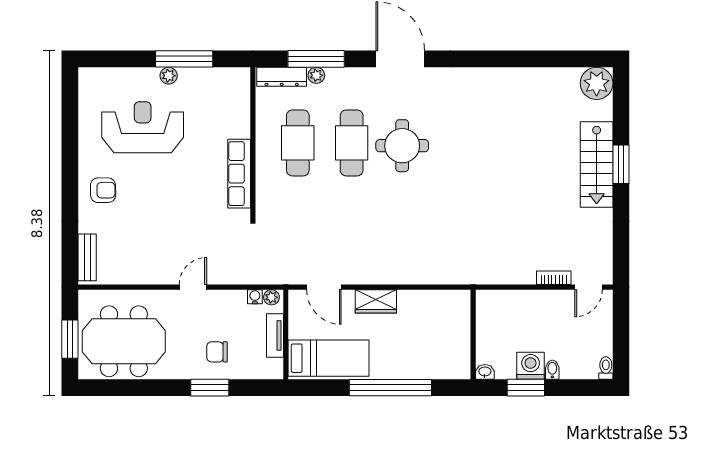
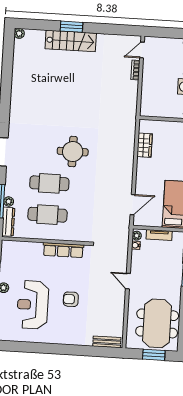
plant: (597, 83) -> (19, 33), width x0.53, depth x0.53
round table: (402, 146) -> (73, 152), moved
armchair: (103, 190) -> (71, 299), moved, turned -89
door: (589, 287) -> (142, 50), swing flipped
wardrobe: (376, 301) -> (145, 145), moved
chair: (217, 352) -> (167, 269), removed

